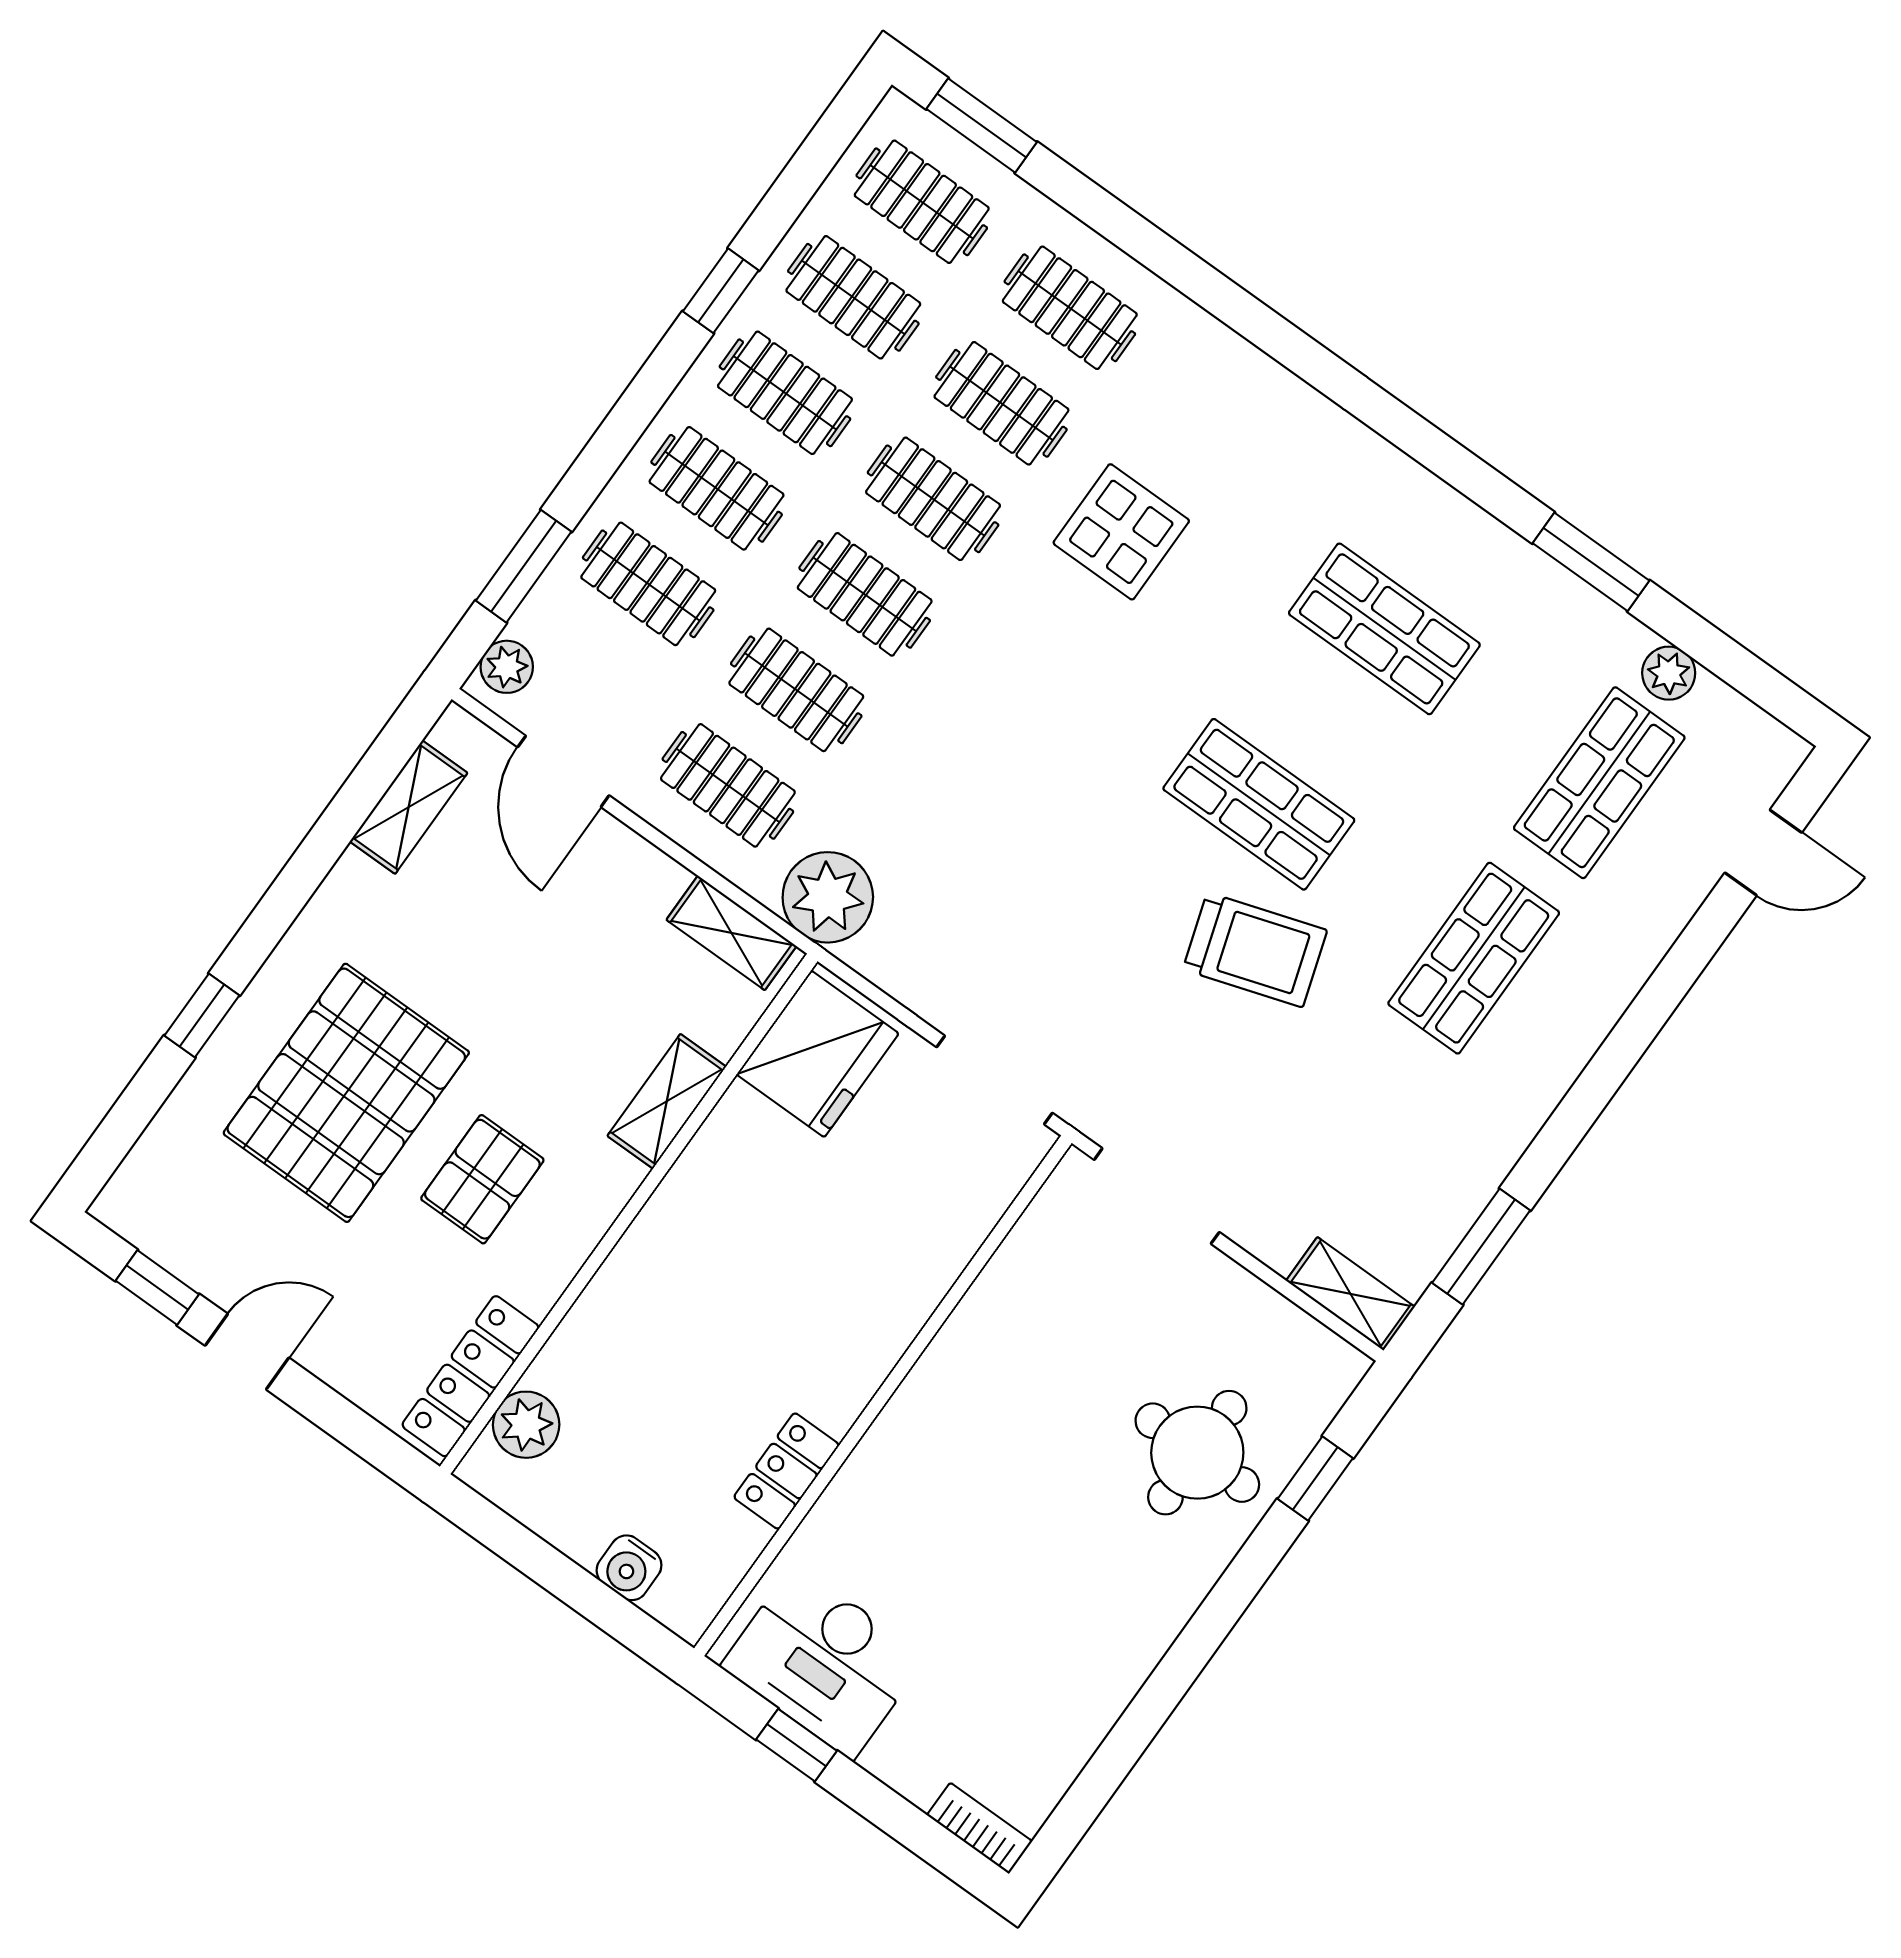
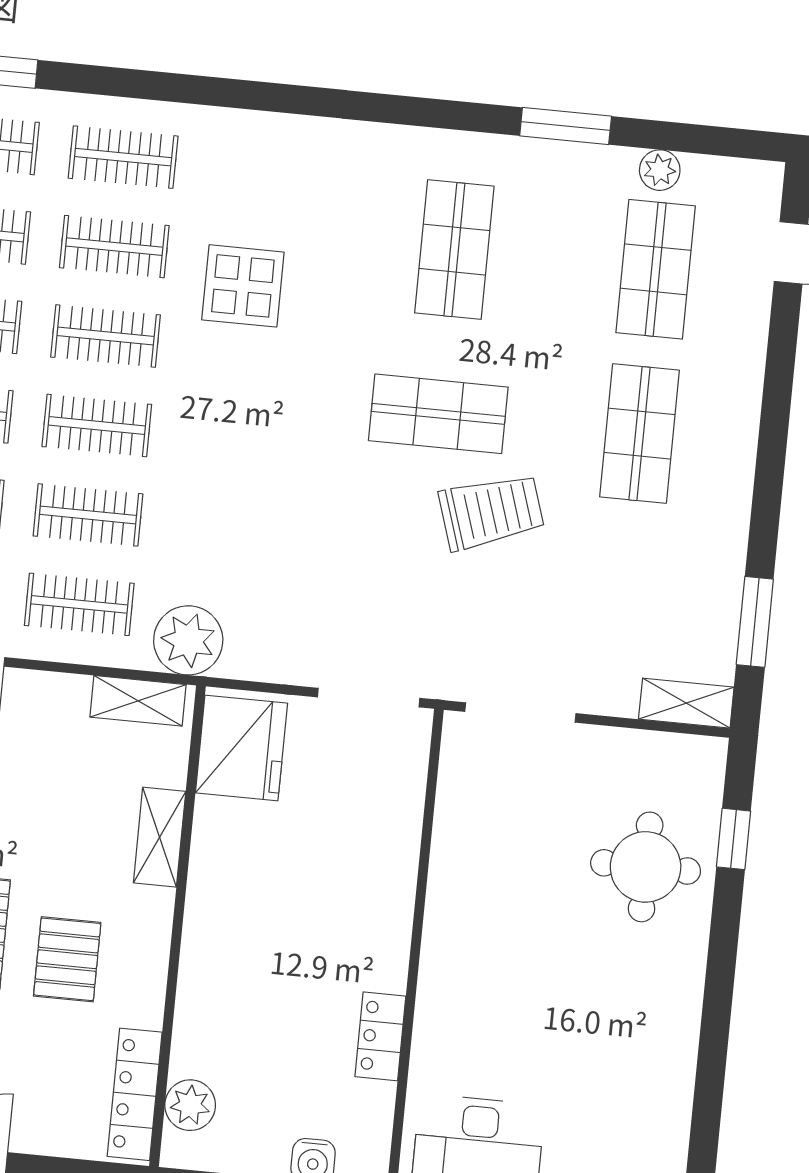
shop shelf: (1384, 629) -> (454, 250), turned 90

